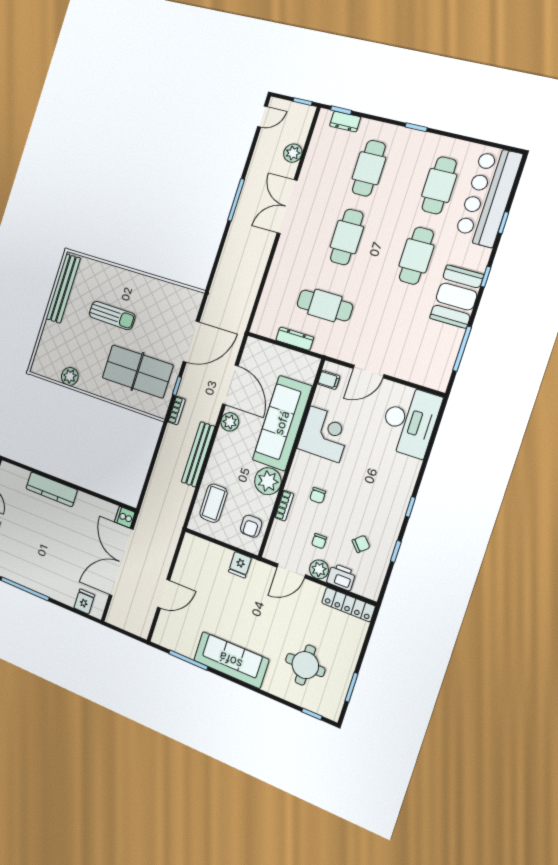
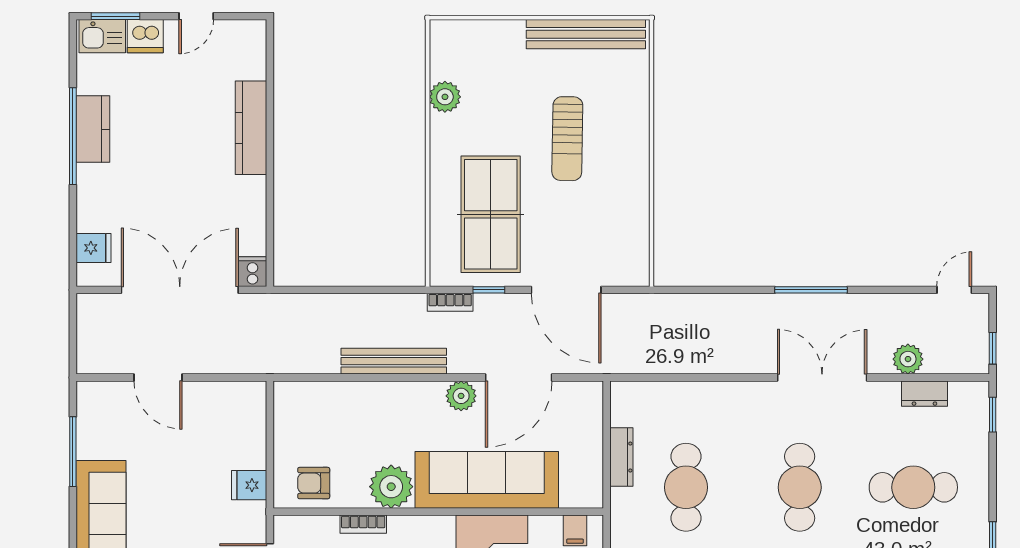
door: (262, 116) -> (954, 290), swing flipped
dresser: (345, 122) -> (924, 394), moved, turned -90
cafe table: (347, 237) -> (800, 487), turned 90
coffee table: (214, 503) -> (327, 412), removed
kitchen counter: (25, 576) -> (93, 129), added

